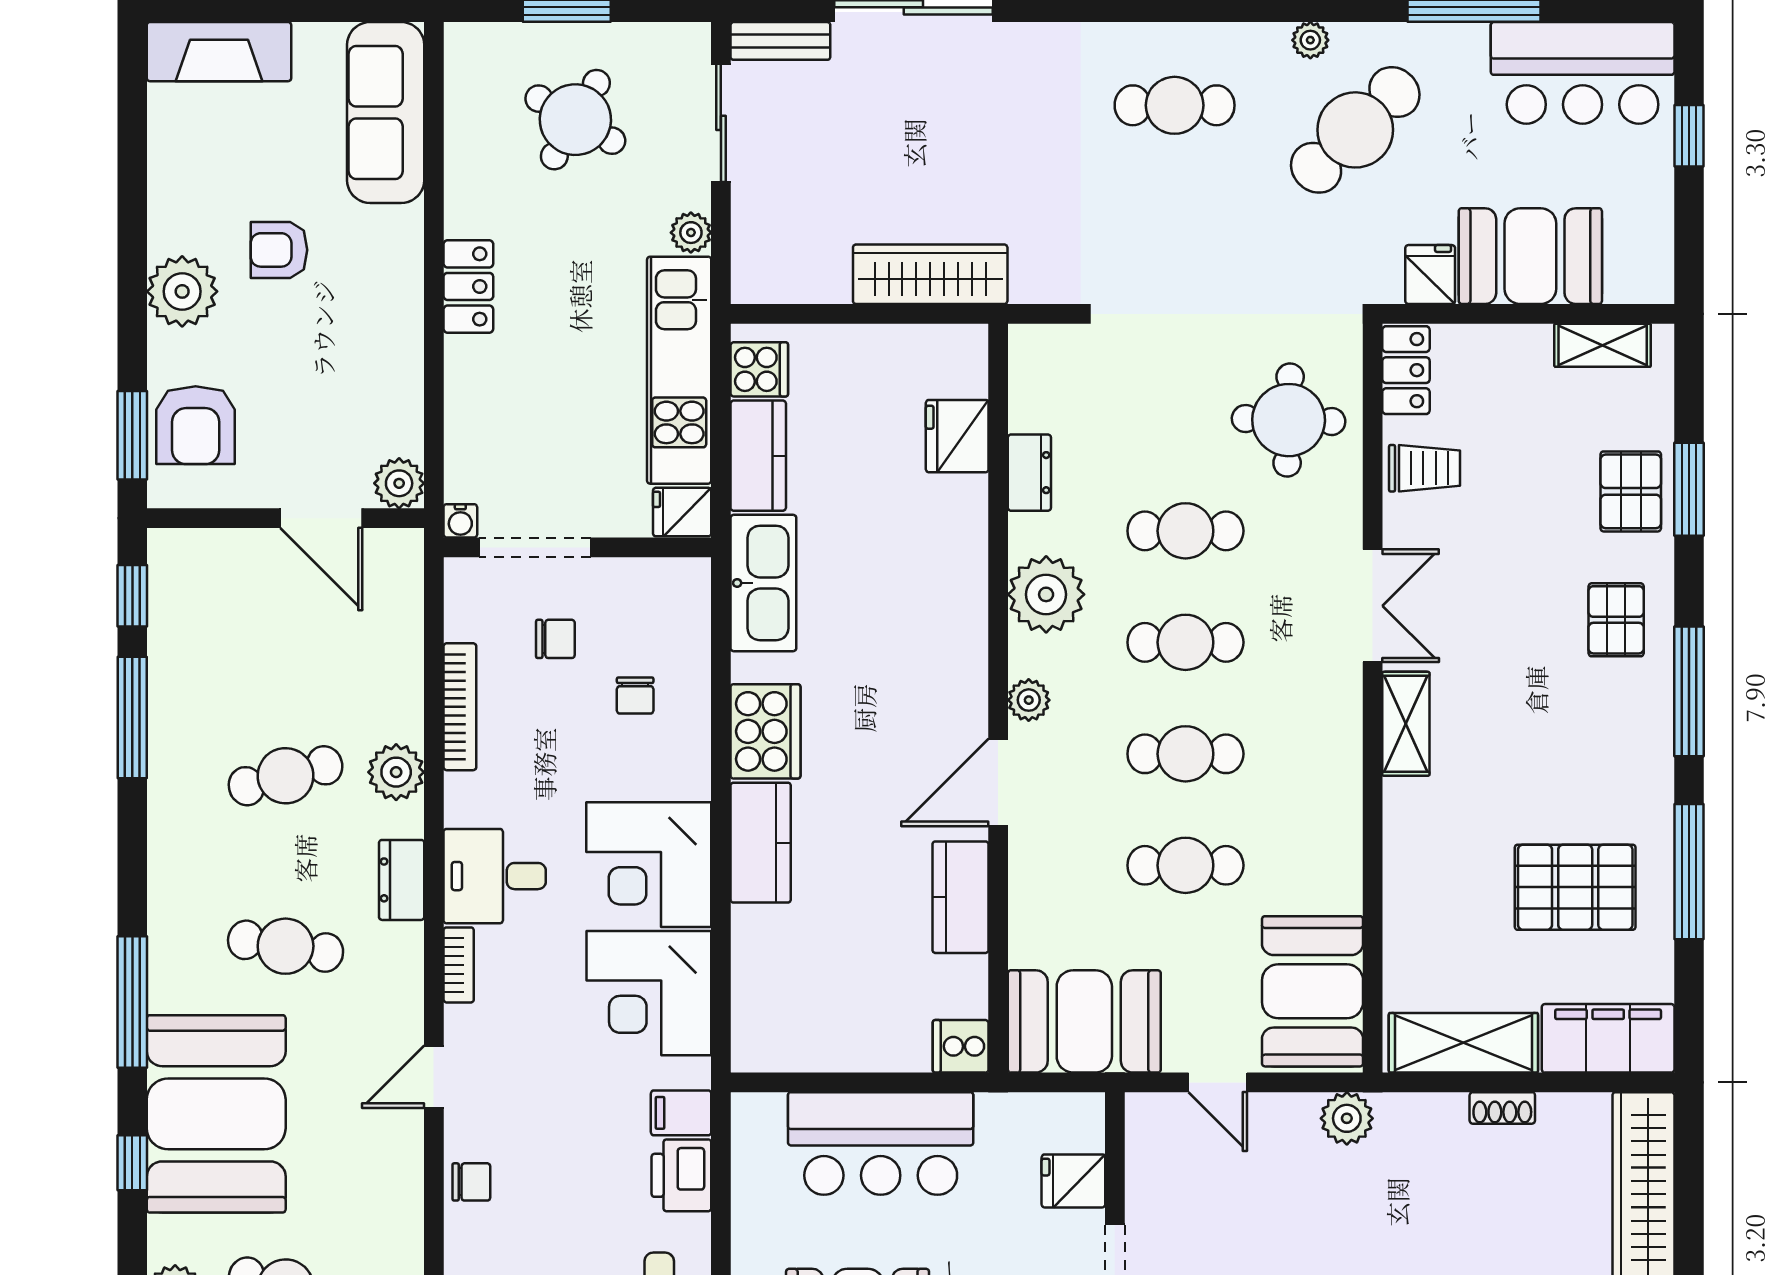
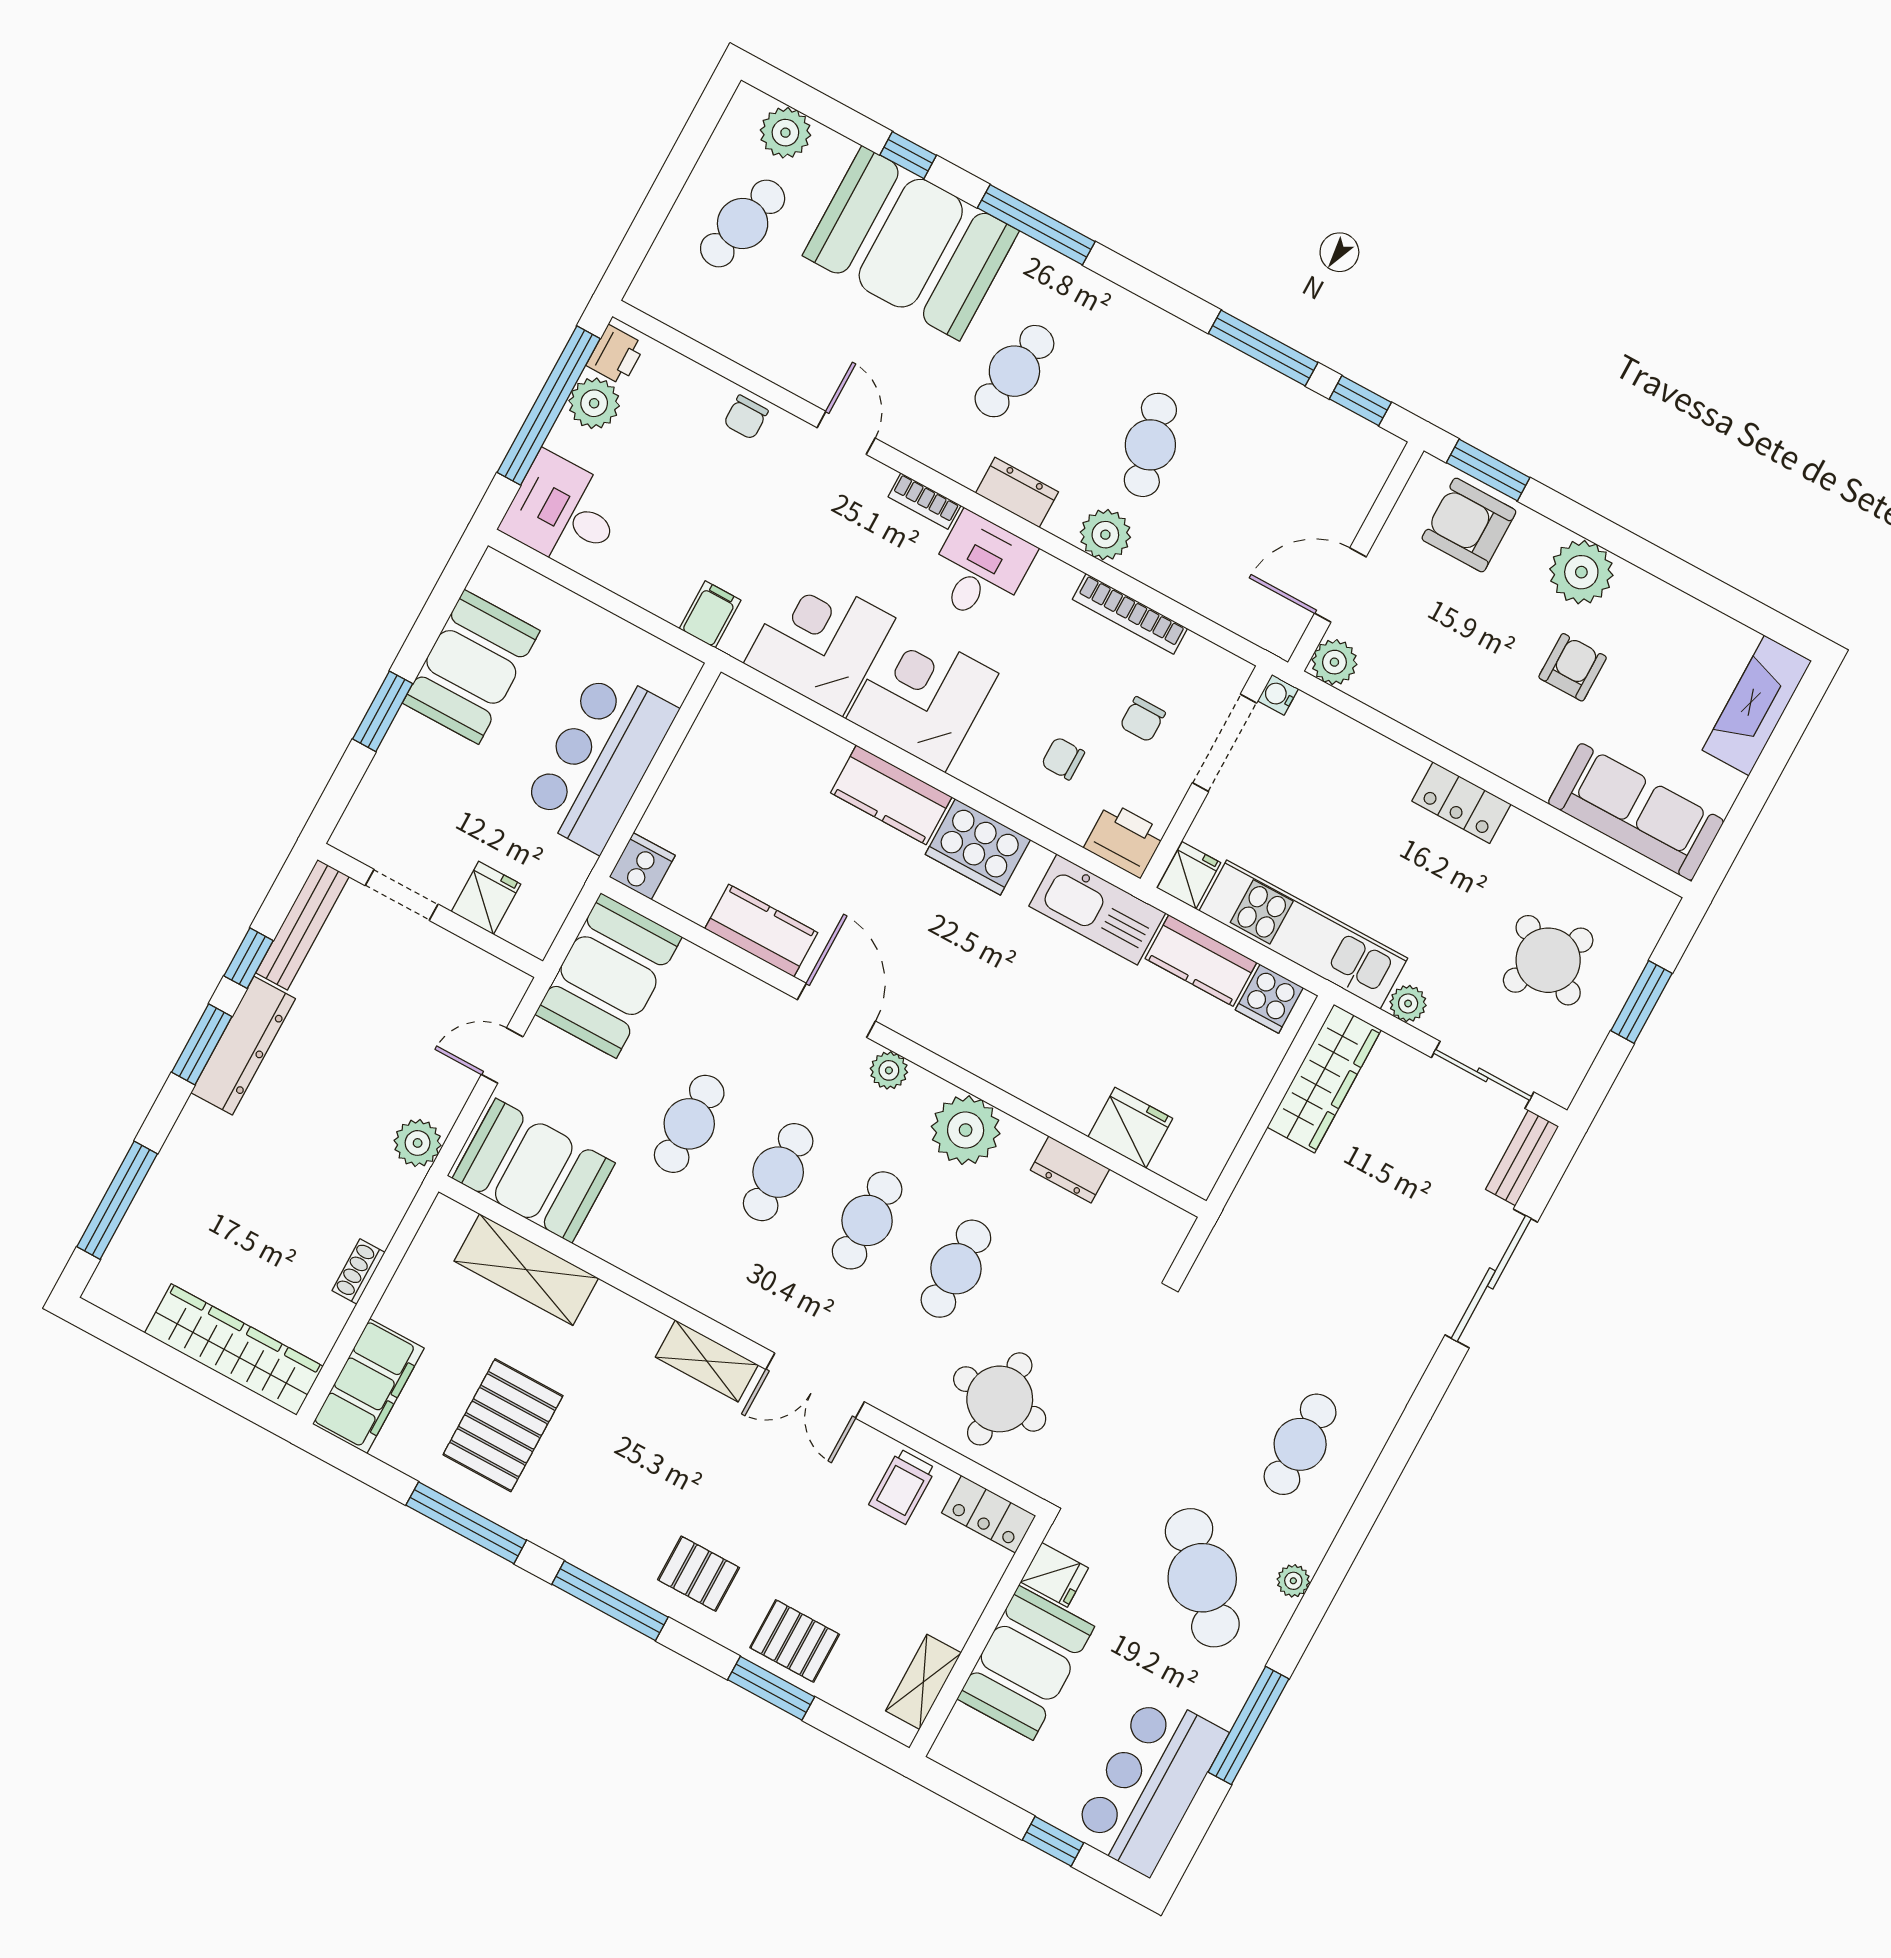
wardrobe: (930, 274) -> (1324, 1079), moved
shelving: (1463, 1043) -> (526, 1270), moved, turned 90
printer: (681, 1175) -> (1125, 840), moved

